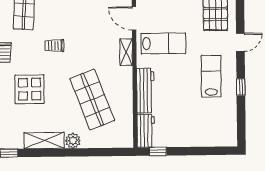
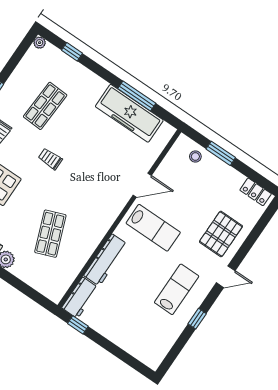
door: (134, 18) -> (142, 185), swing flipped
shelving: (126, 52) -> (113, 212), removed
shop shelf: (92, 100) -> (50, 234), width x0.70, depth x0.74

